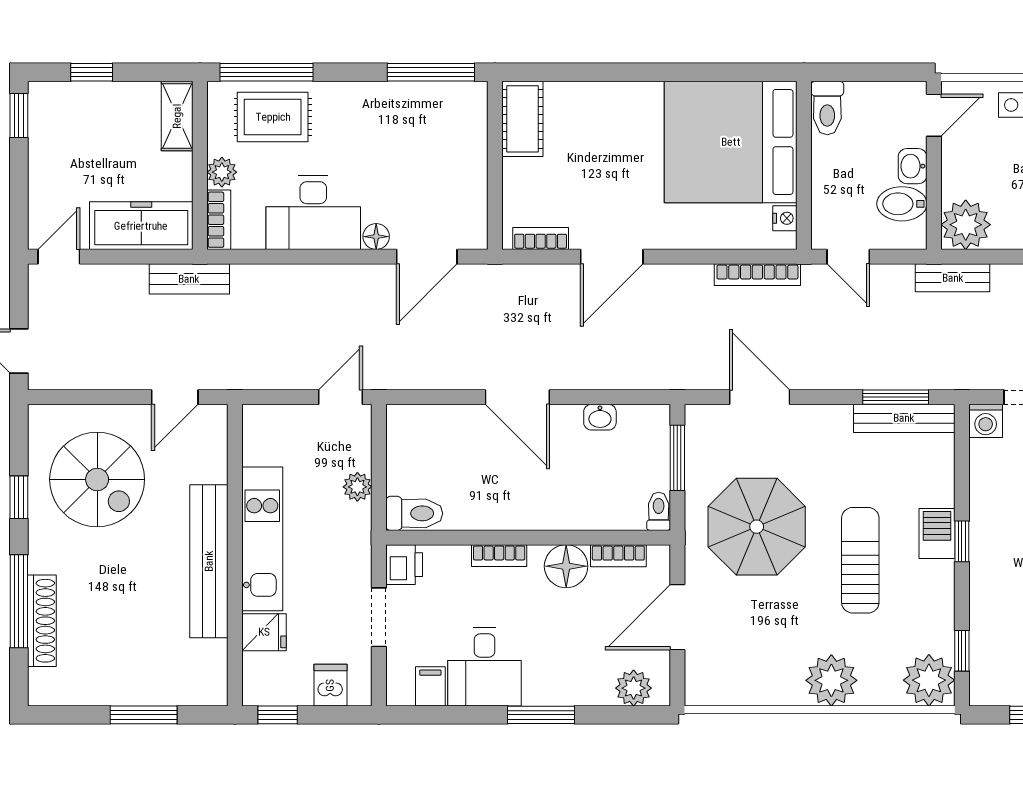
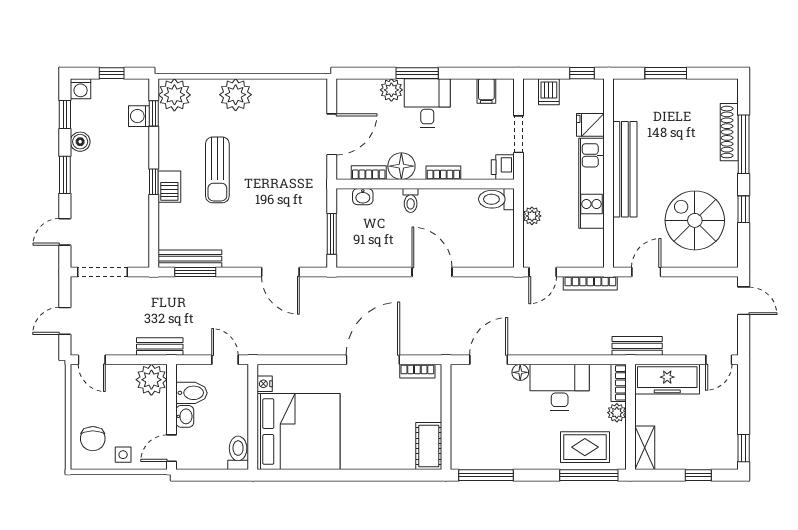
door: (612, 257) -> (373, 360), width x1.36
bookcase: (757, 275) -> (590, 283), moved, turned 180
washbasin: (600, 417) -> (363, 197), moved, turned 180
washing machine: (986, 421) -> (139, 116), moved, turned -90
toilet: (659, 511) -> (411, 200), moved
parasol: (757, 527) -> (282, 191), removed
desk: (485, 667) -> (427, 103), moved
plant: (634, 688) -> (391, 90), moved

